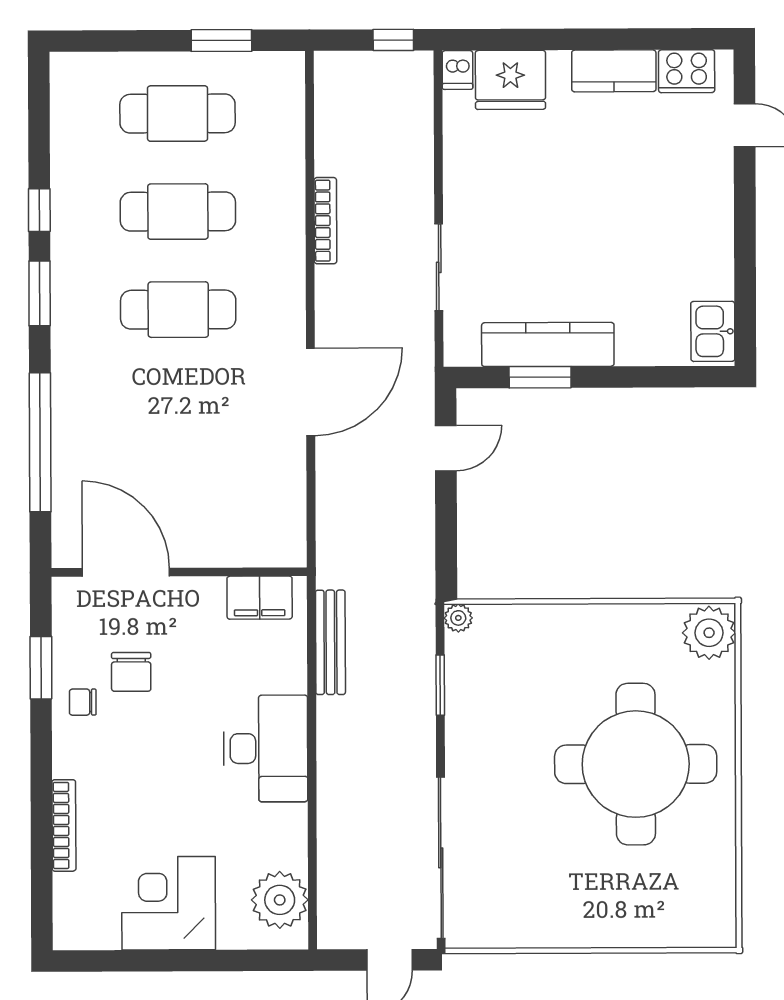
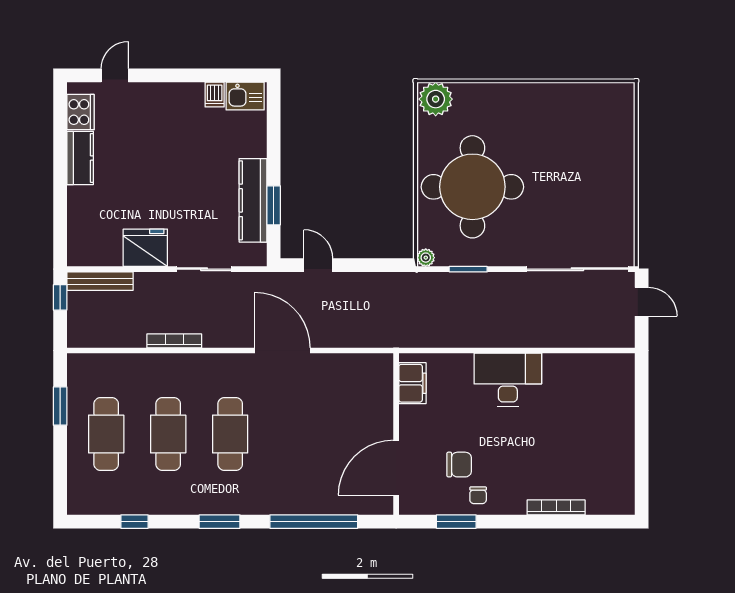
dishwasher: (457, 70) -> (215, 95), moved, turned 90
fridge: (510, 80) -> (145, 248), moved, turned -90
window: (39, 210) -> (134, 522), moved
bench: (330, 642) -> (100, 281), moved
round table: (636, 764) -> (472, 187), moved
plant: (280, 900) -> (604, 371), removed
corner desk: (169, 903) -> (605, 441), removed

